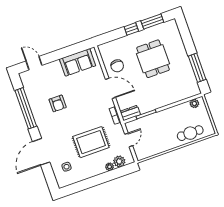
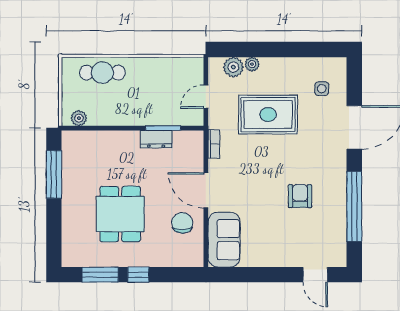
sofa: (78, 62) -> (224, 240), moved, turned 90
dresser: (130, 113) -> (156, 139), moved

